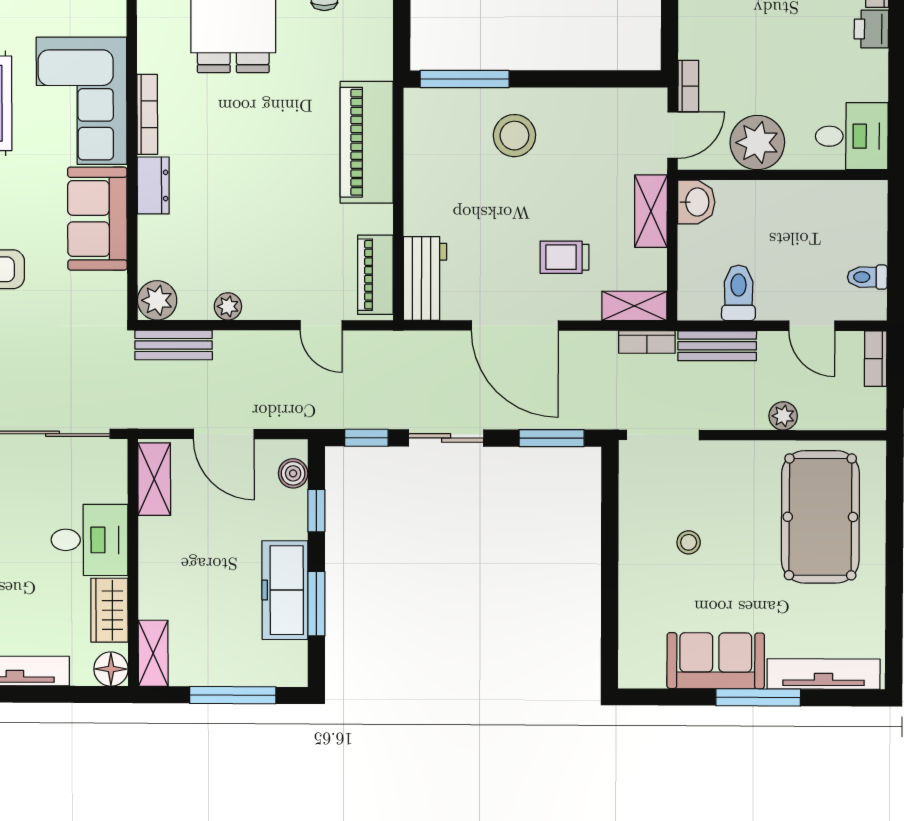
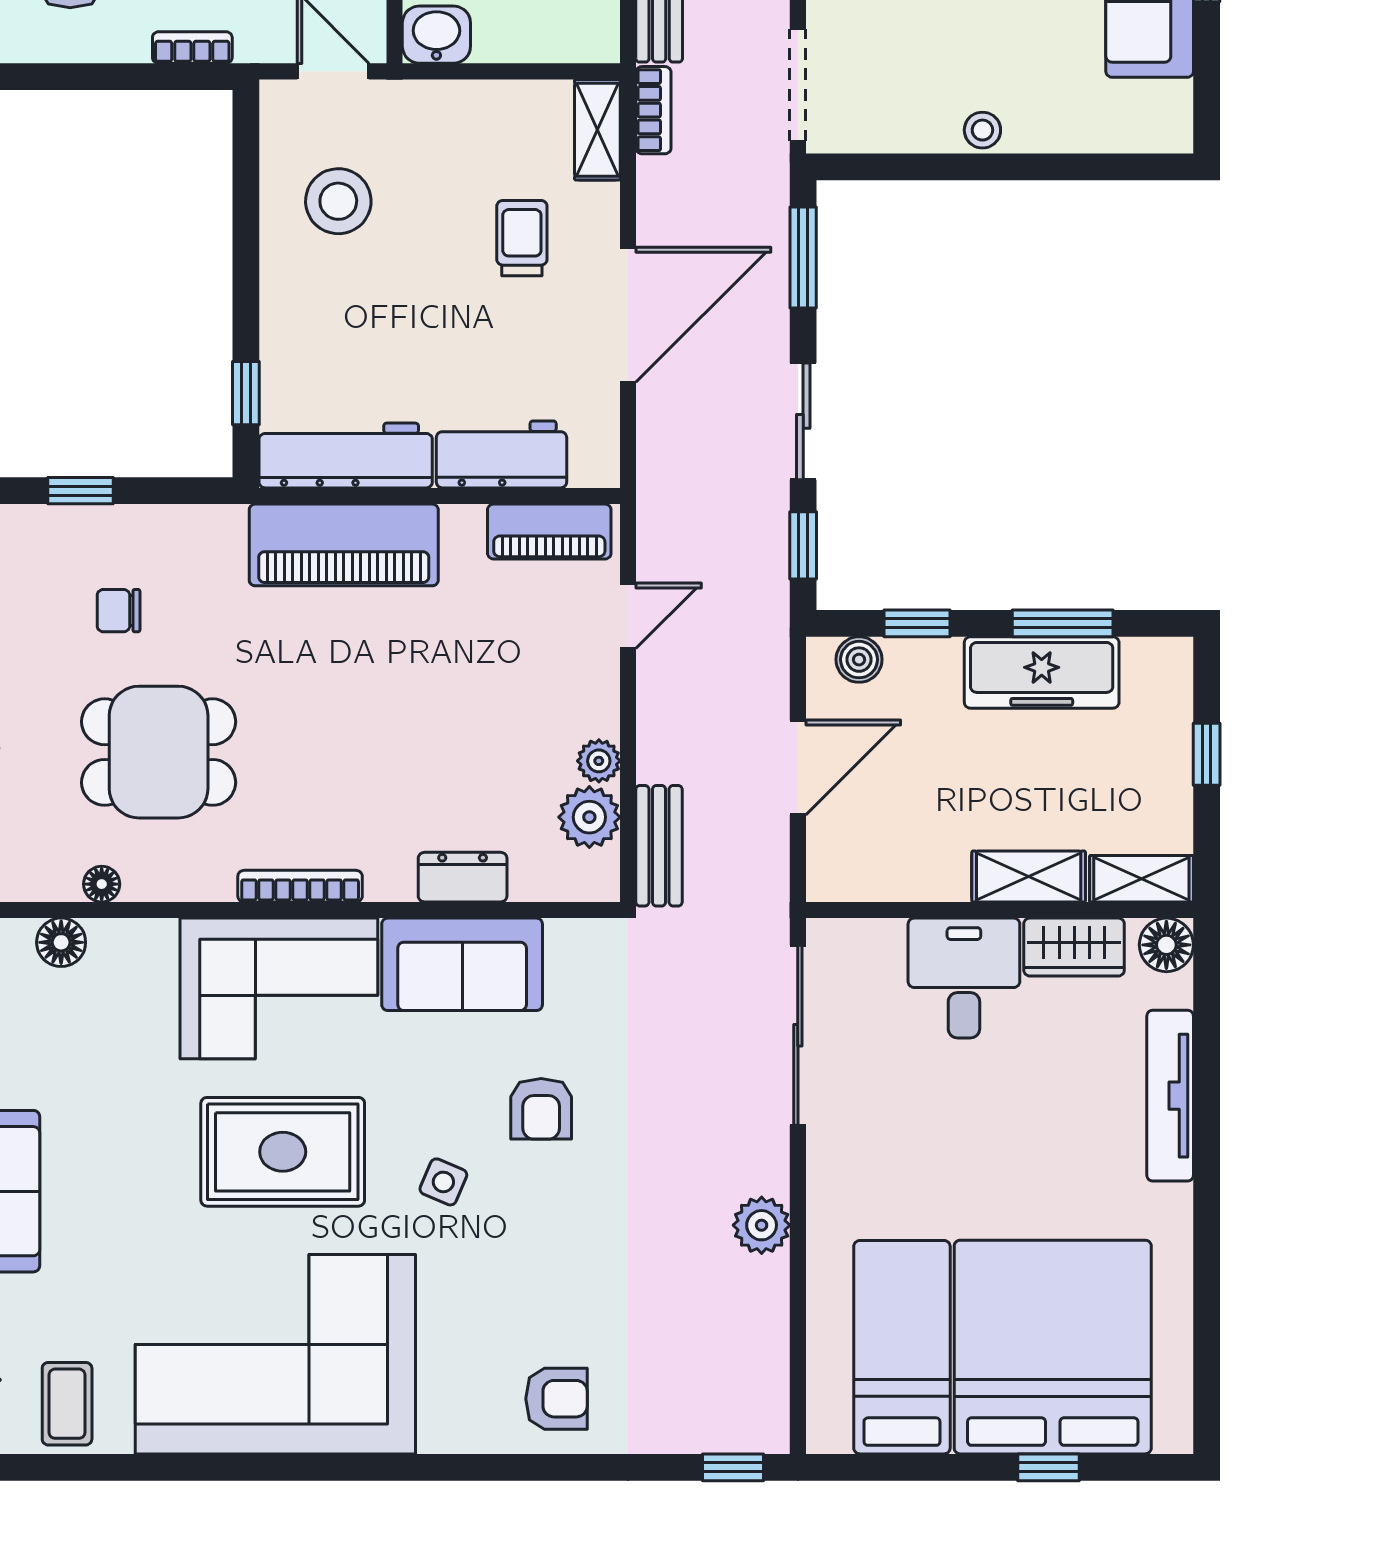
window: (465, 79) -> (246, 393), width x0.46
bookcase: (688, 86) -> (192, 47), moved
stool: (514, 136) -> (338, 201), moved
workbench: (424, 144) -> (346, 455), added
dresser: (153, 185) -> (463, 877), moved
shelving: (651, 211) -> (451, 105), removed
trolley: (564, 257) -> (522, 238), turned 180
workbench: (425, 278) -> (502, 454), moved
plant: (157, 300) -> (589, 817), moved
shelving: (154, 479) -> (1029, 876), moved
stool: (689, 542) -> (982, 130), moved
window: (233, 695) -> (1207, 754), width x0.46

